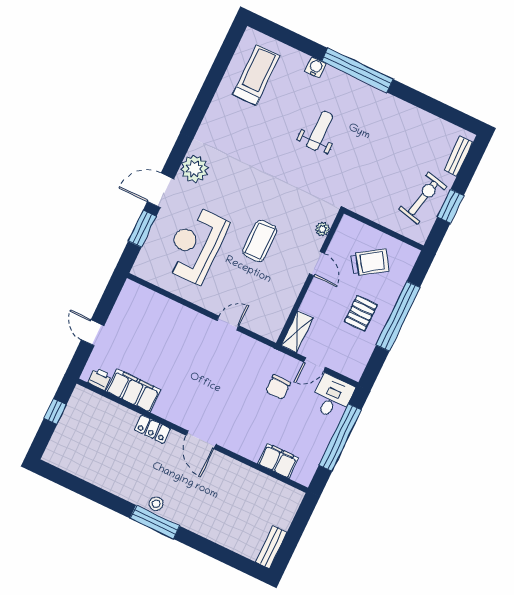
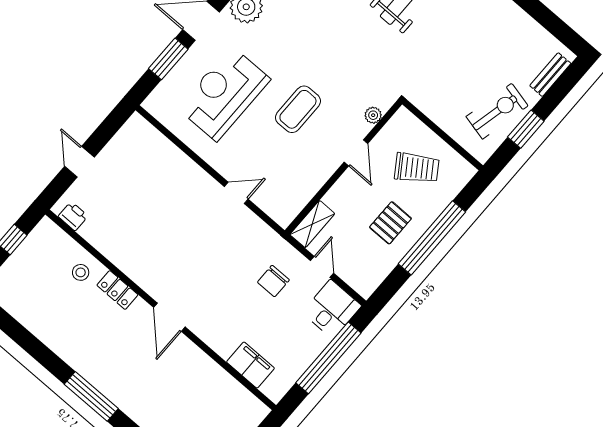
door: (315, 365) -> (322, 267), swing flipped
filing cabinet: (133, 391) -> (108, 240), removed
stool: (156, 504) -> (81, 272), moved

